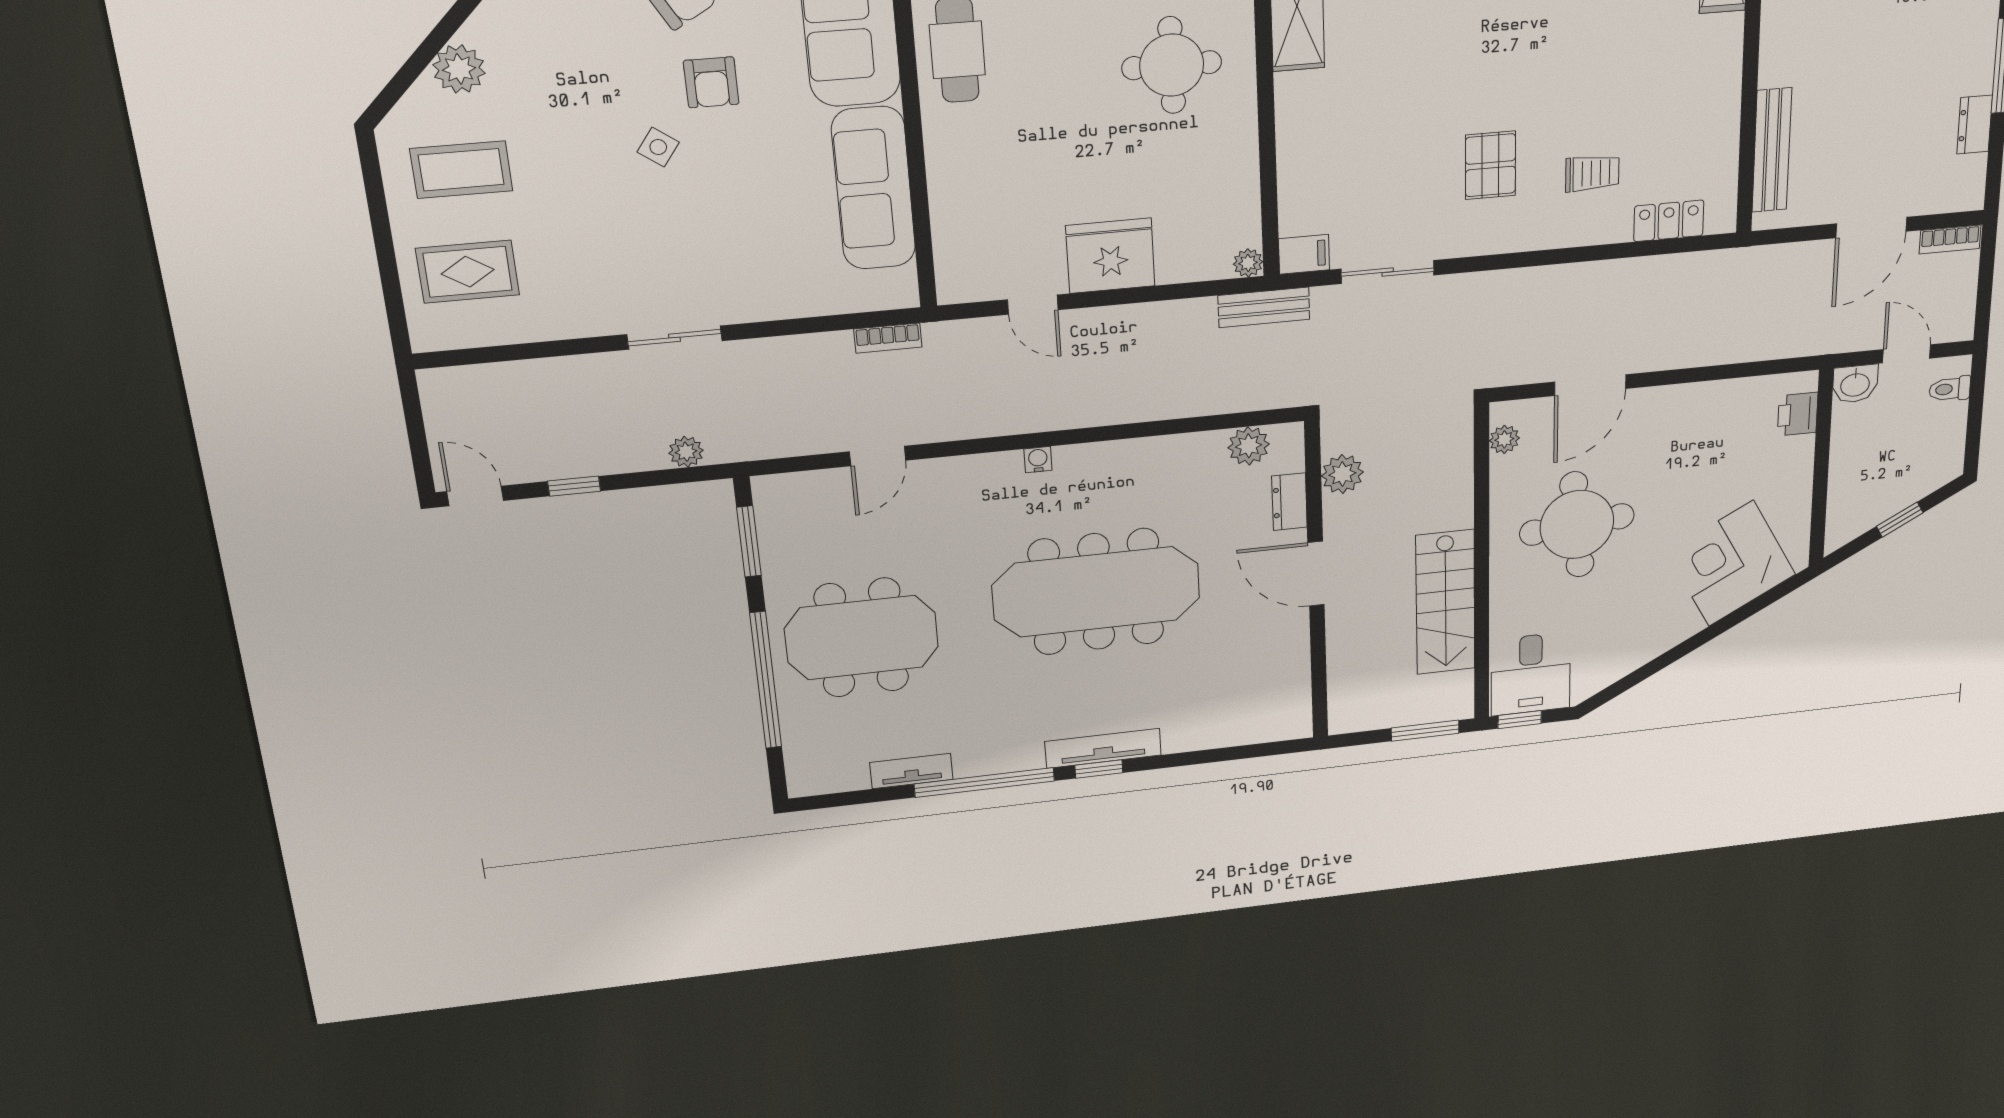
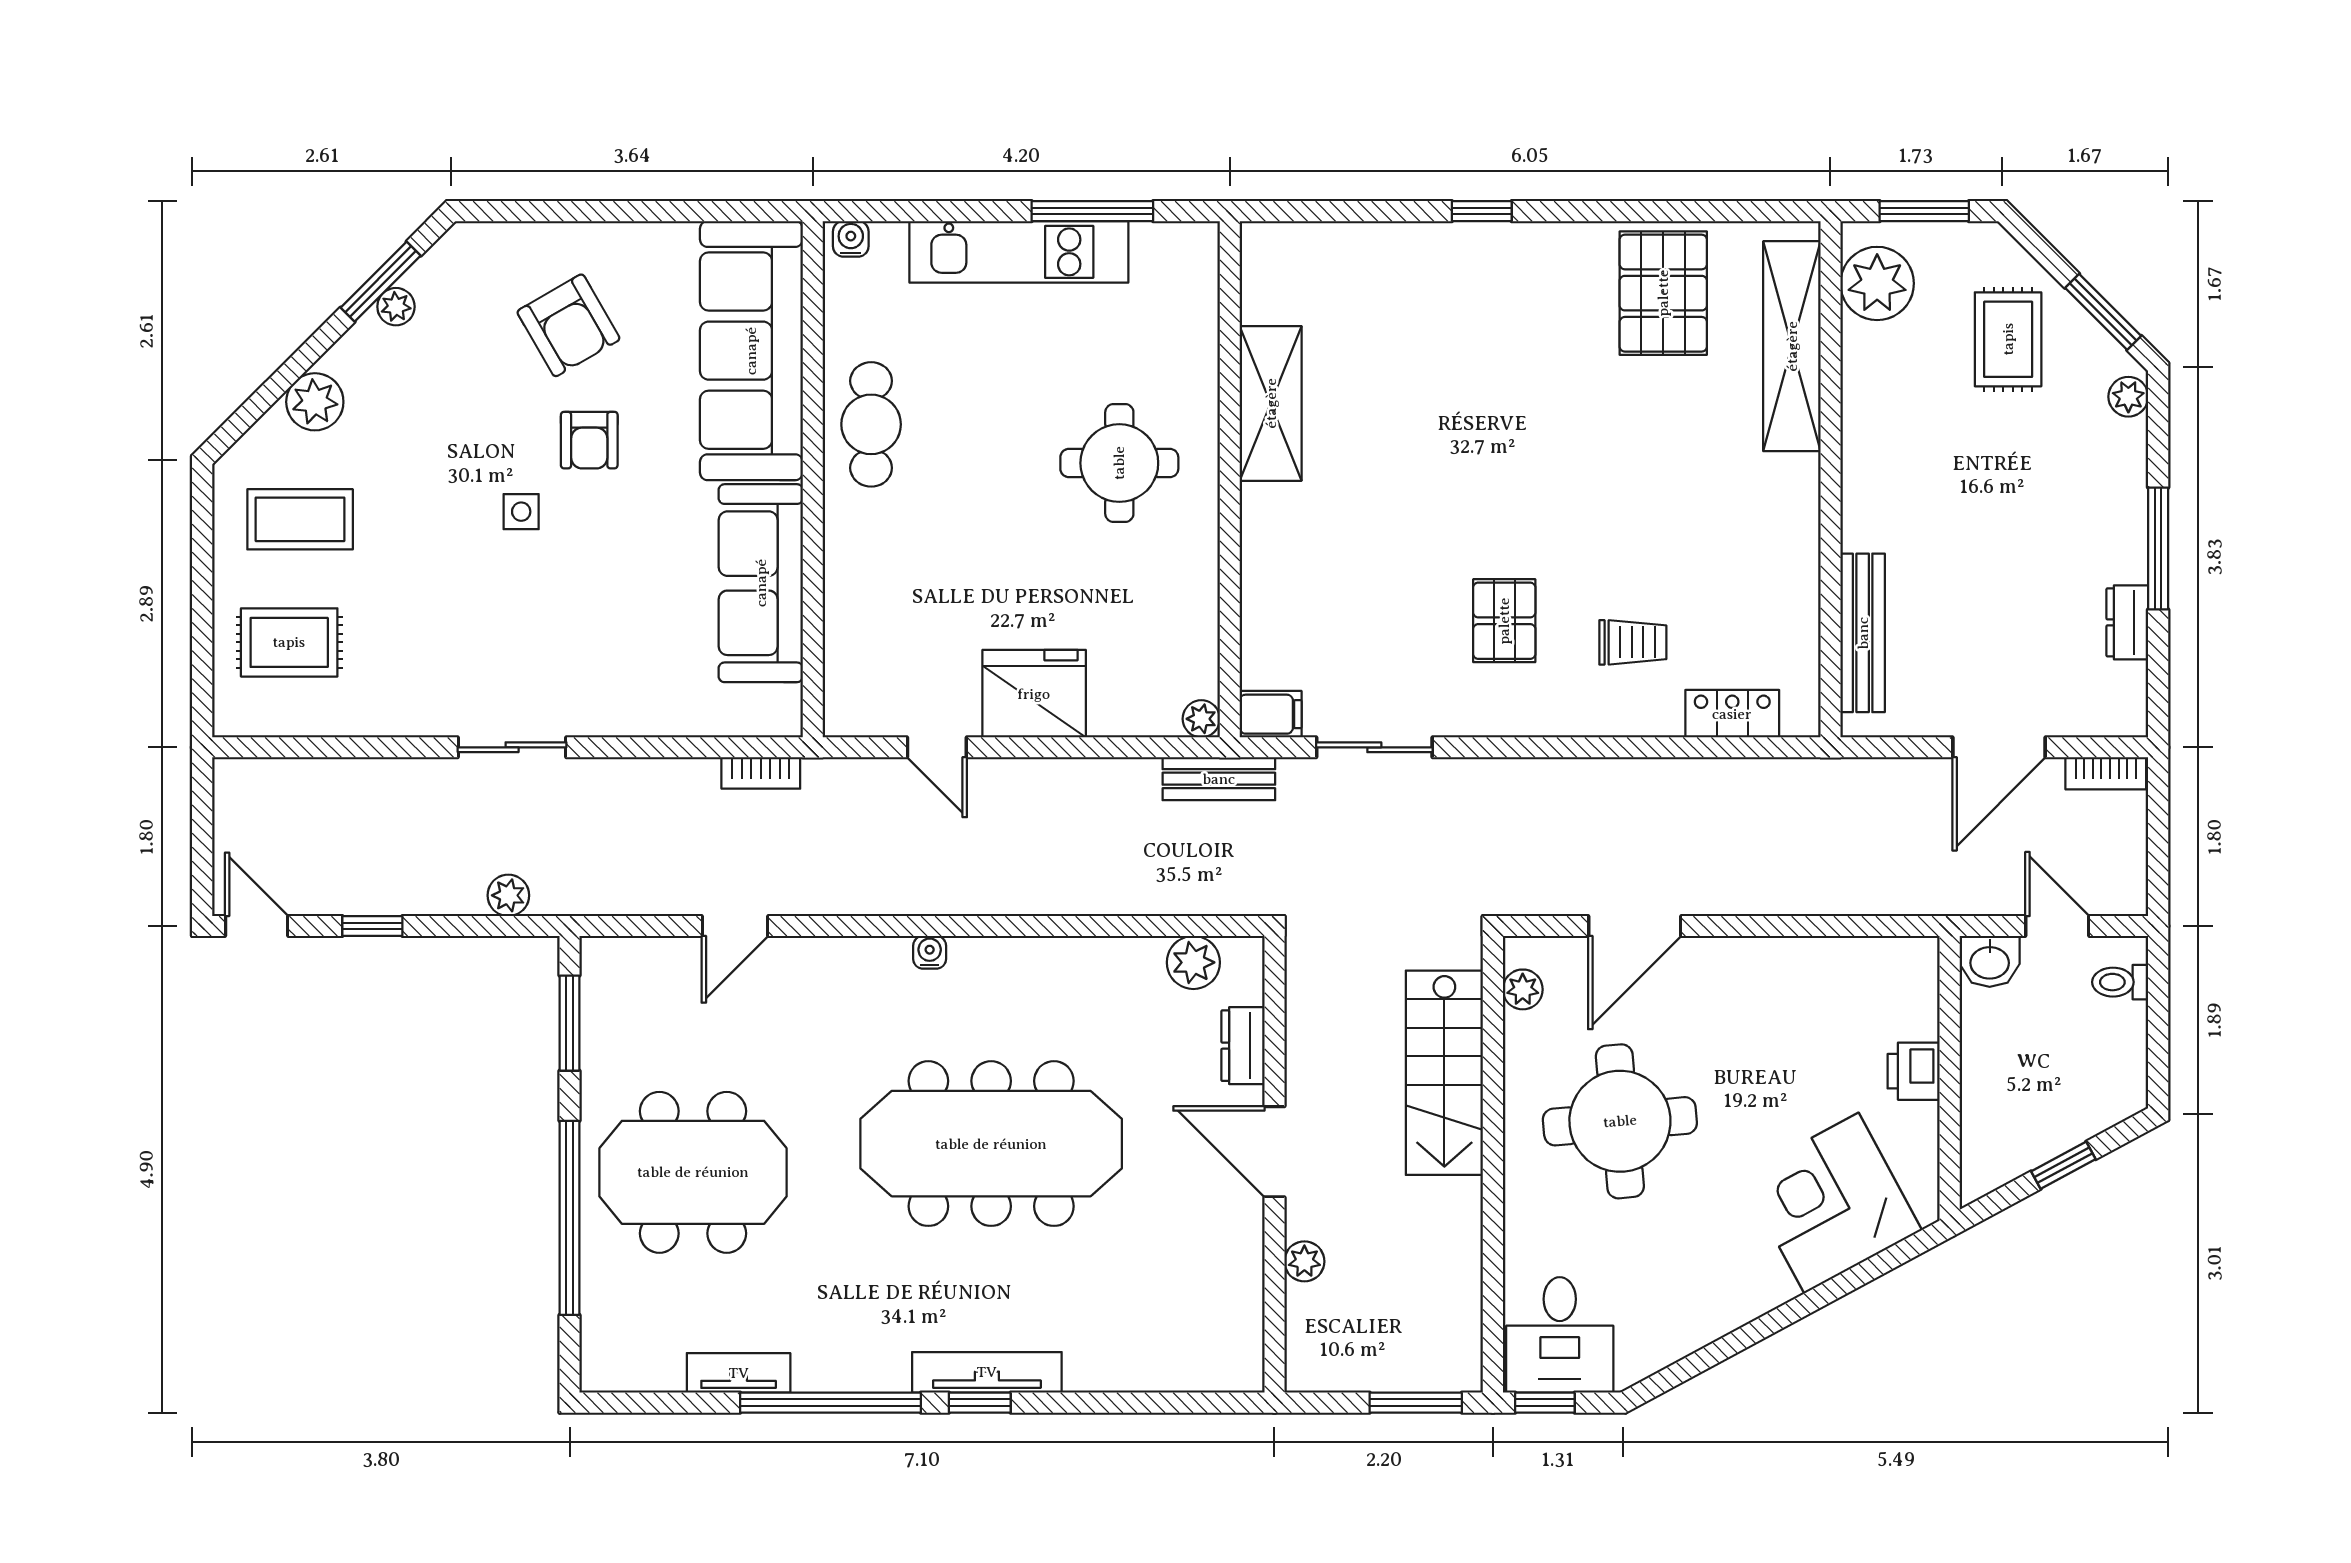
side table: (658, 147) -> (521, 512), turned -36
printer: (1798, 414) -> (1914, 1071), moved
plant: (1342, 474) -> (1304, 1261), moved, width x0.73, depth x0.73
stairs: (1445, 602) -> (1444, 1073), moved

